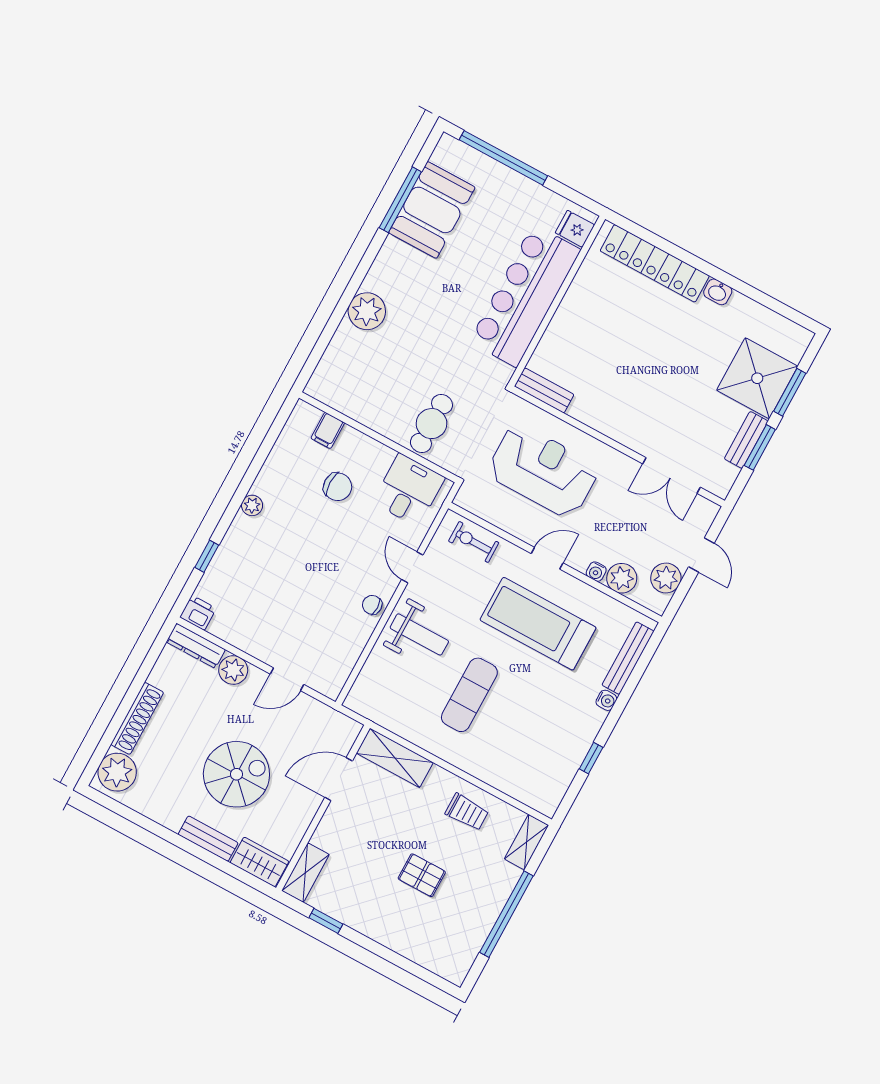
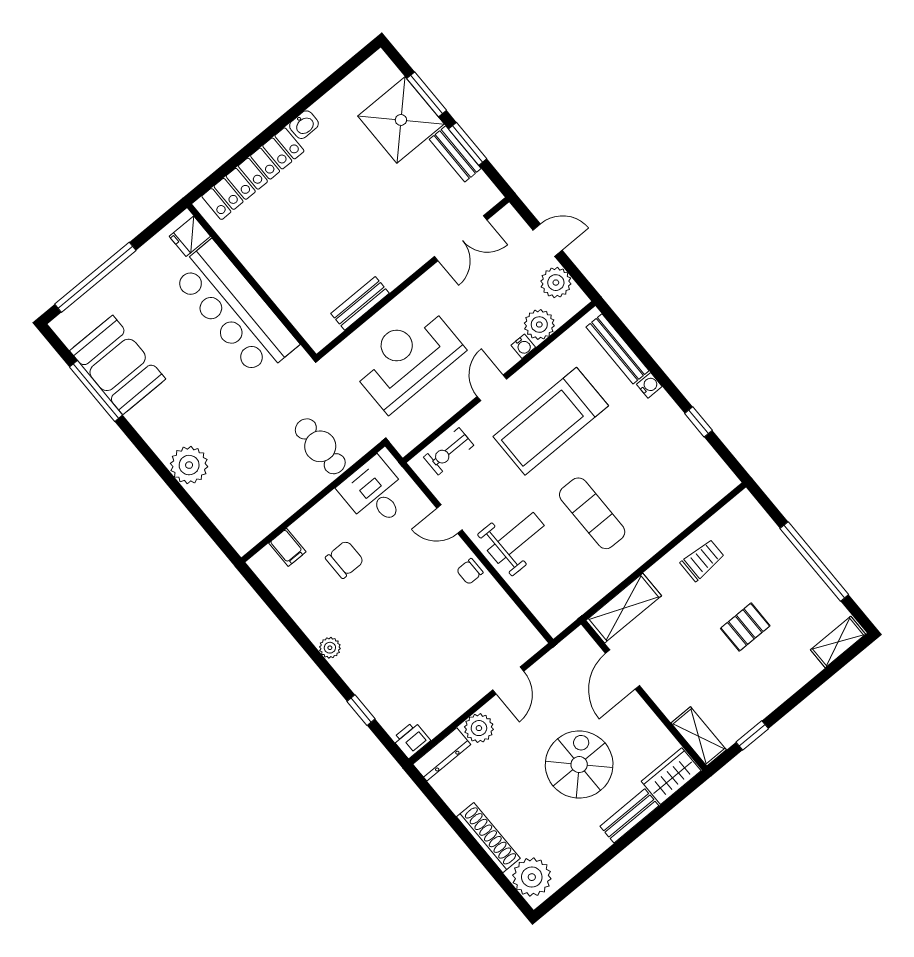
bench: (544, 390) -> (360, 303), moved
shelving: (527, 842) -> (838, 642), moved, turned 90

